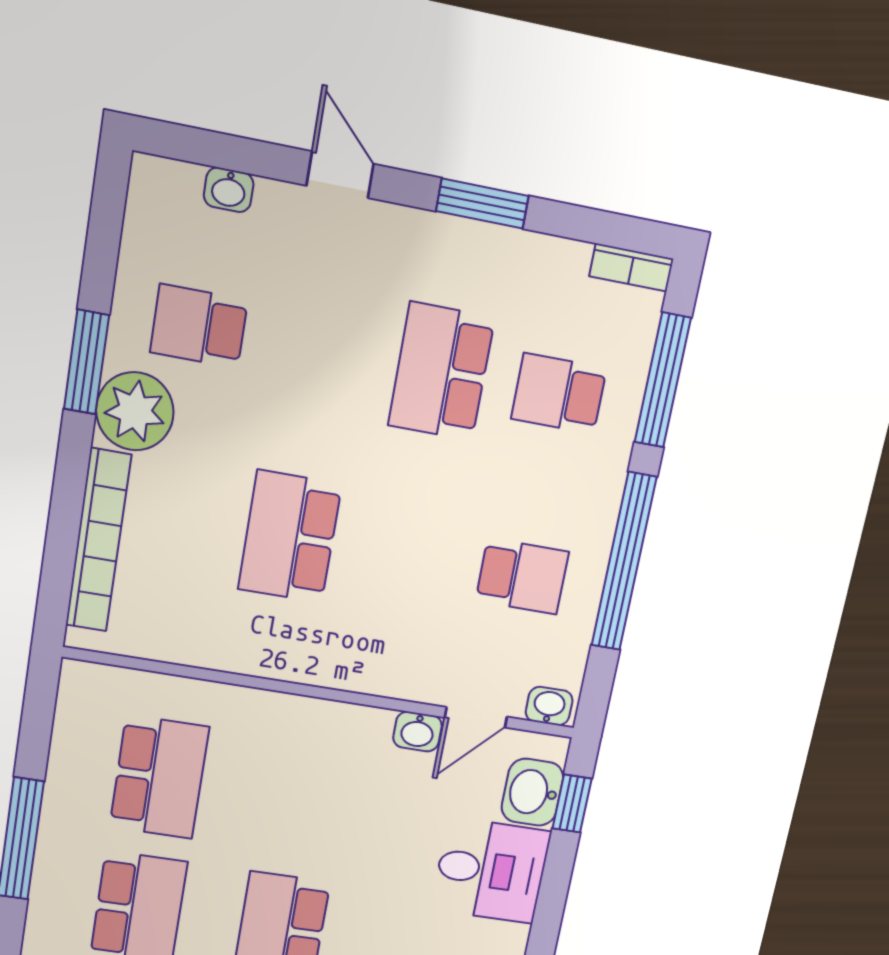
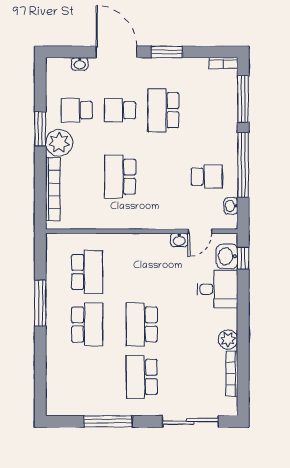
door: (340, 175) -> (116, 52), width x1.88
school desk: (559, 394) -> (120, 110), moved
washbasin: (549, 706) -> (231, 206), moved, turned -90

